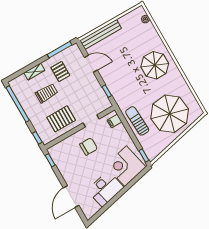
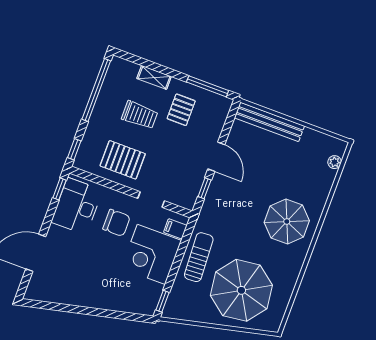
door: (91, 64) -> (216, 157), moved
corner desk: (126, 166) -> (151, 254), moved, turned -77
desk: (105, 189) -> (77, 206), moved, turned 103

